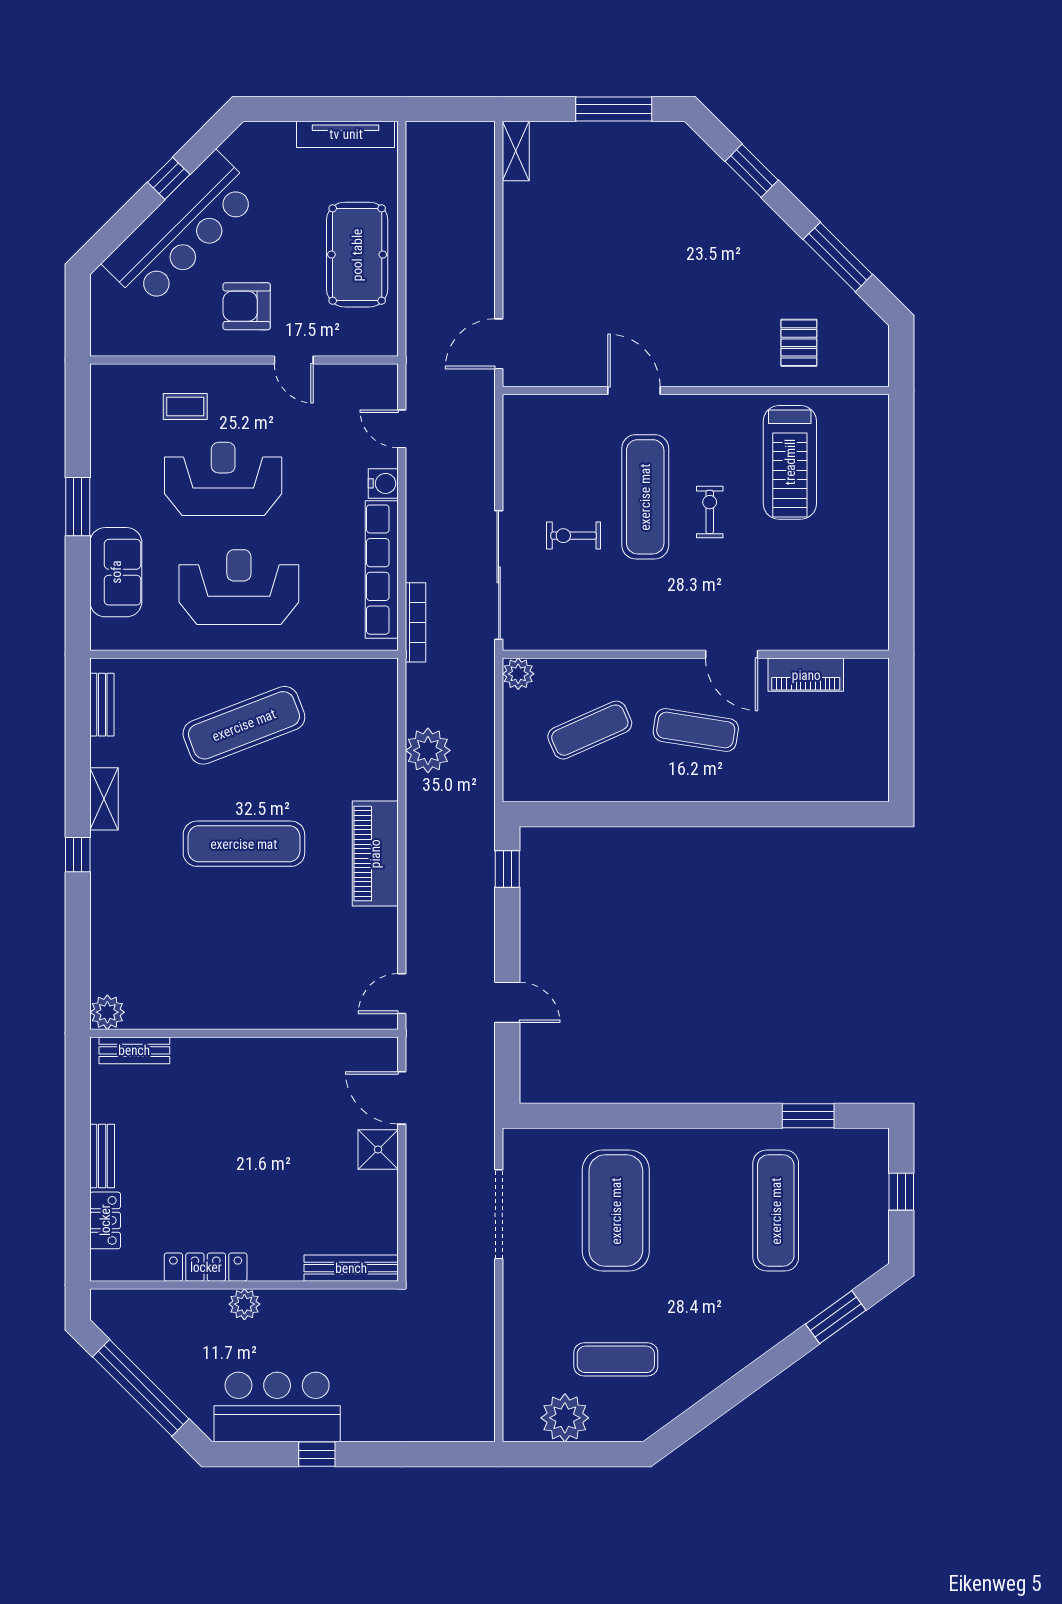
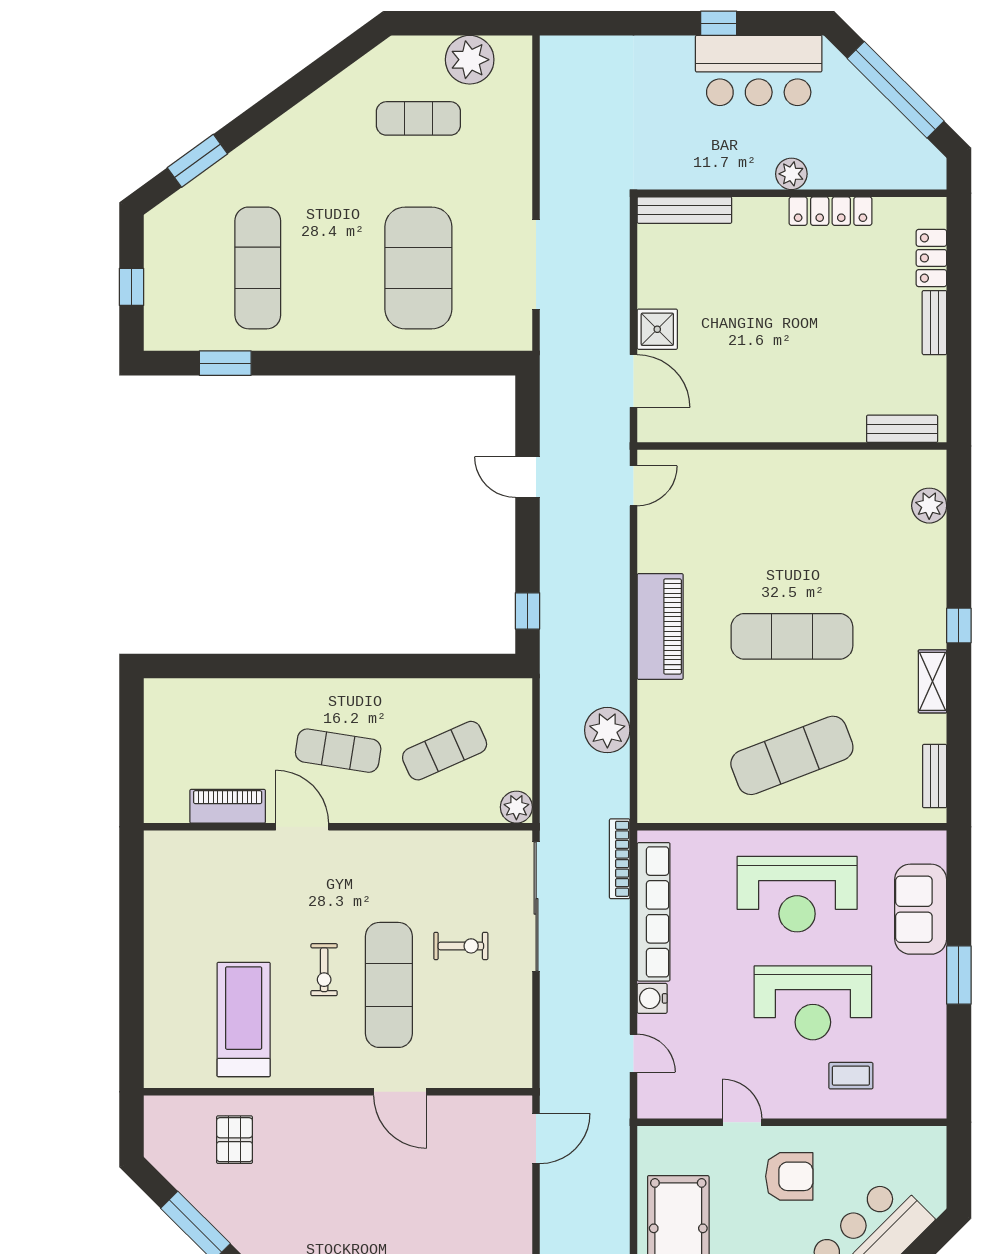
plant: (107, 1012) -> (929, 506), moved

